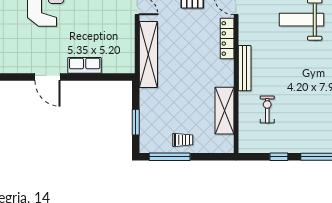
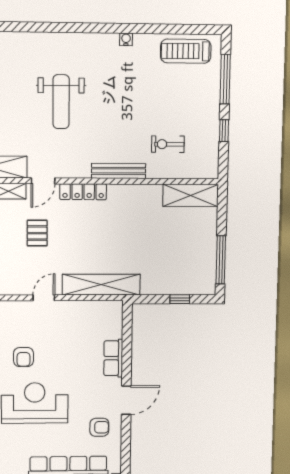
armchair: (24, 54) -> (99, 427), added
shelving: (224, 111) -> (191, 195), moved
window: (136, 122) -> (180, 299), width x0.67
trolley: (183, 140) -> (202, 245), removed

